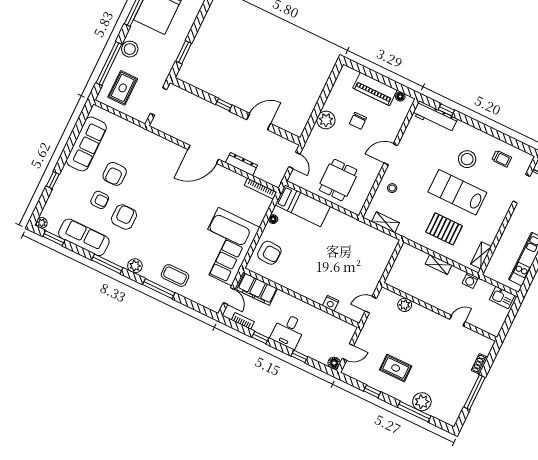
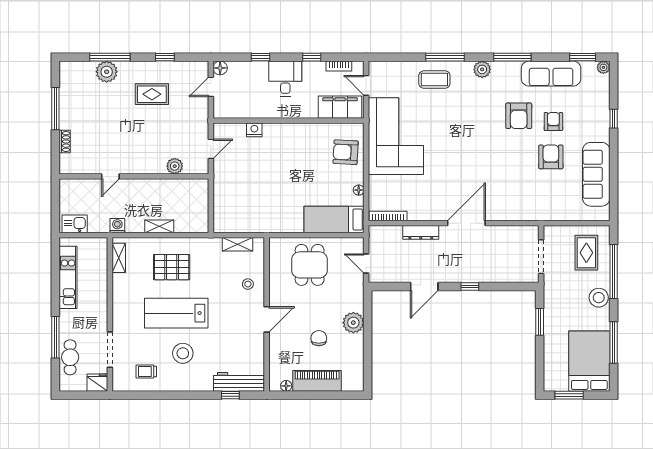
lab bench: (457, 192) -> (176, 313), turned 180
armchair: (100, 200) -> (553, 122), turned 90

